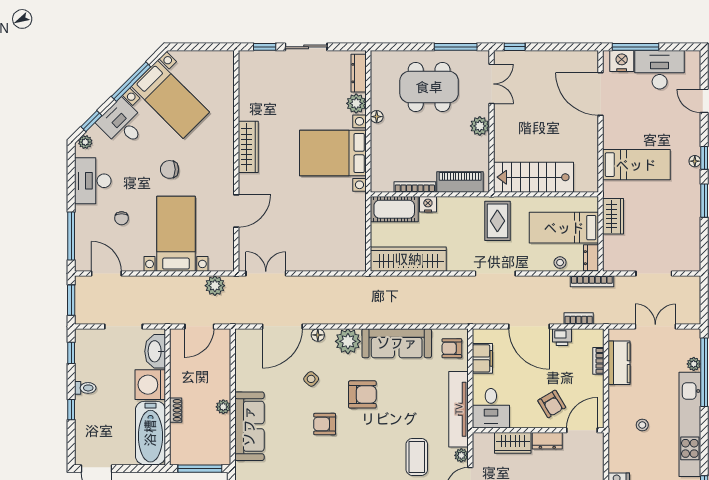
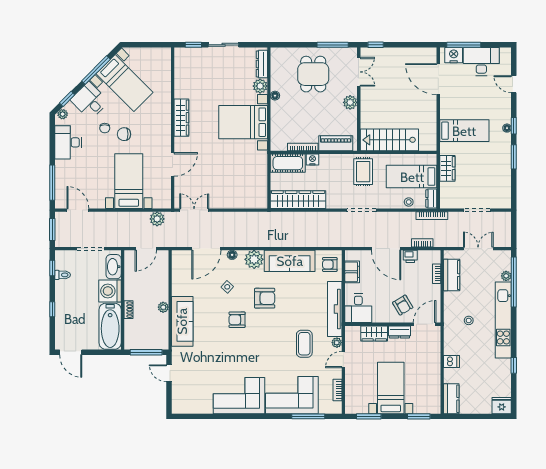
dining table: (429, 87) -> (313, 74), width x0.73
chair: (122, 218) -> (105, 128), moved
toilet: (85, 388) -> (63, 275), moved

